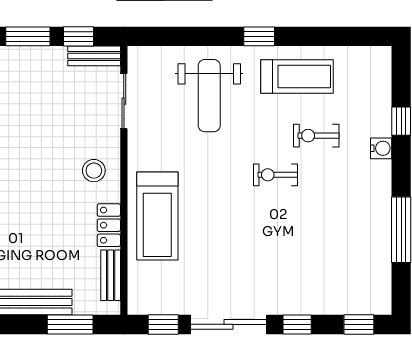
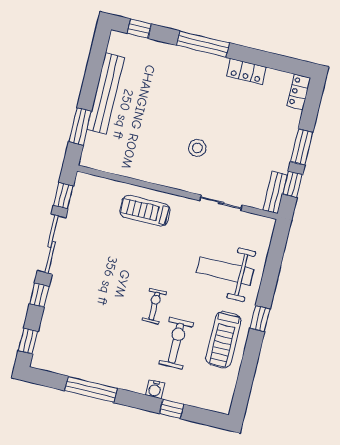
sliding door: (124, 101) -> (221, 203), moved
exercise bike: (316, 136) -> (176, 343), width x1.38, depth x1.39
stool: (94, 171) -> (197, 148), moved
treadmill: (157, 216) -> (145, 211), width x0.73, depth x0.73
locker: (109, 225) -> (147, 173), removed
bench: (111, 275) -> (109, 165), removed

